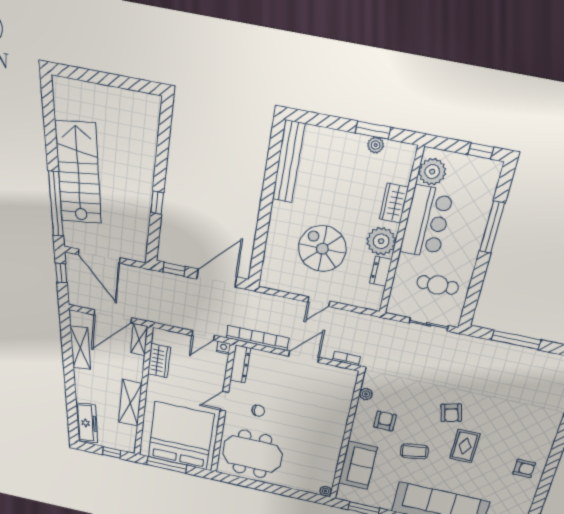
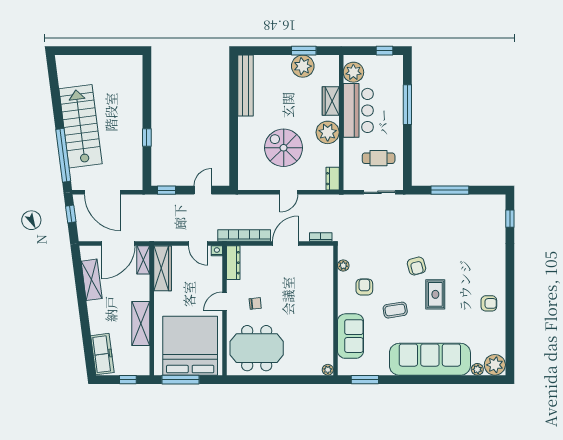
plant: (376, 145) -> (303, 66), width x1.87, depth x1.87
dresser: (381, 271) -> (333, 179), moved
door: (217, 278) -> (203, 190), width x0.53
door: (203, 335) -> (198, 244), hinge flipped
wardrobe: (159, 361) -> (163, 268), width x1.50

